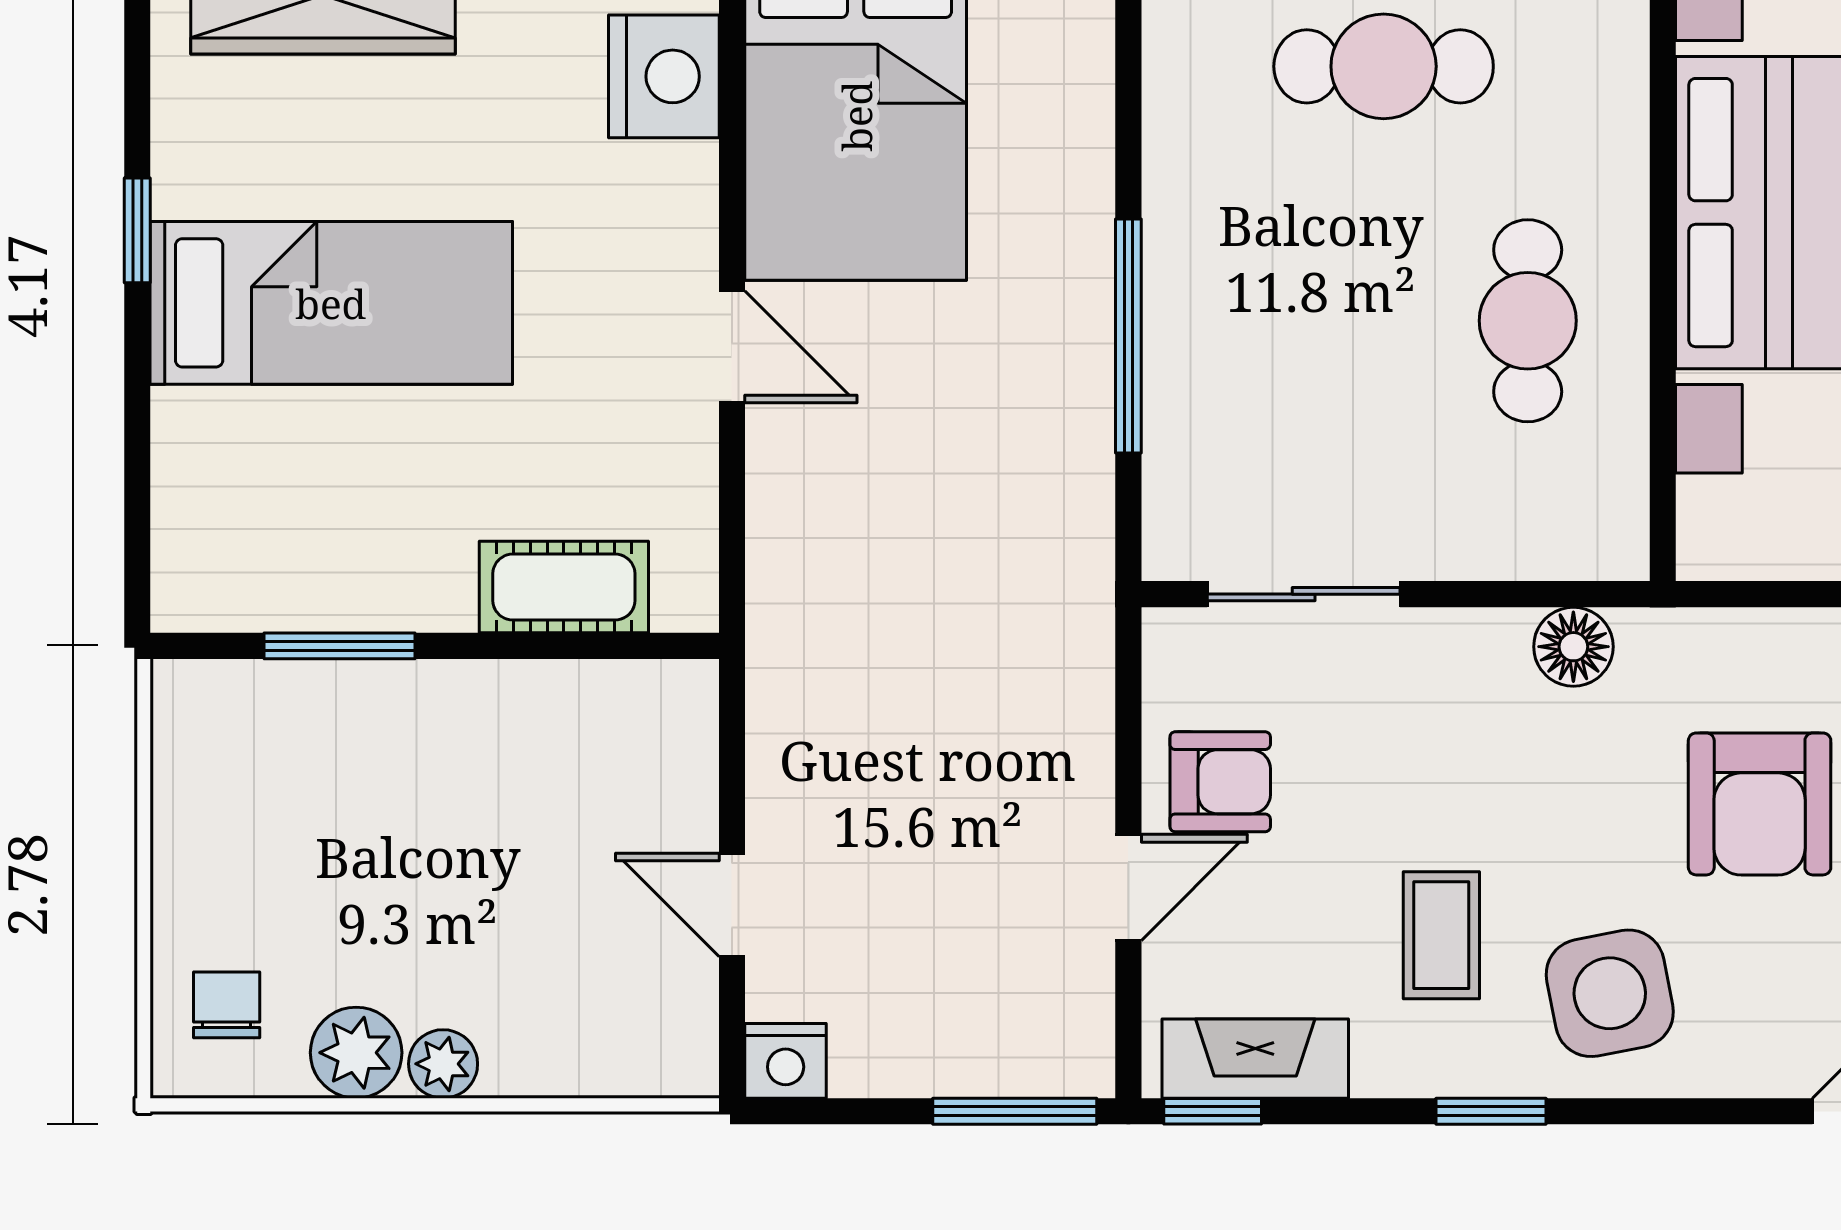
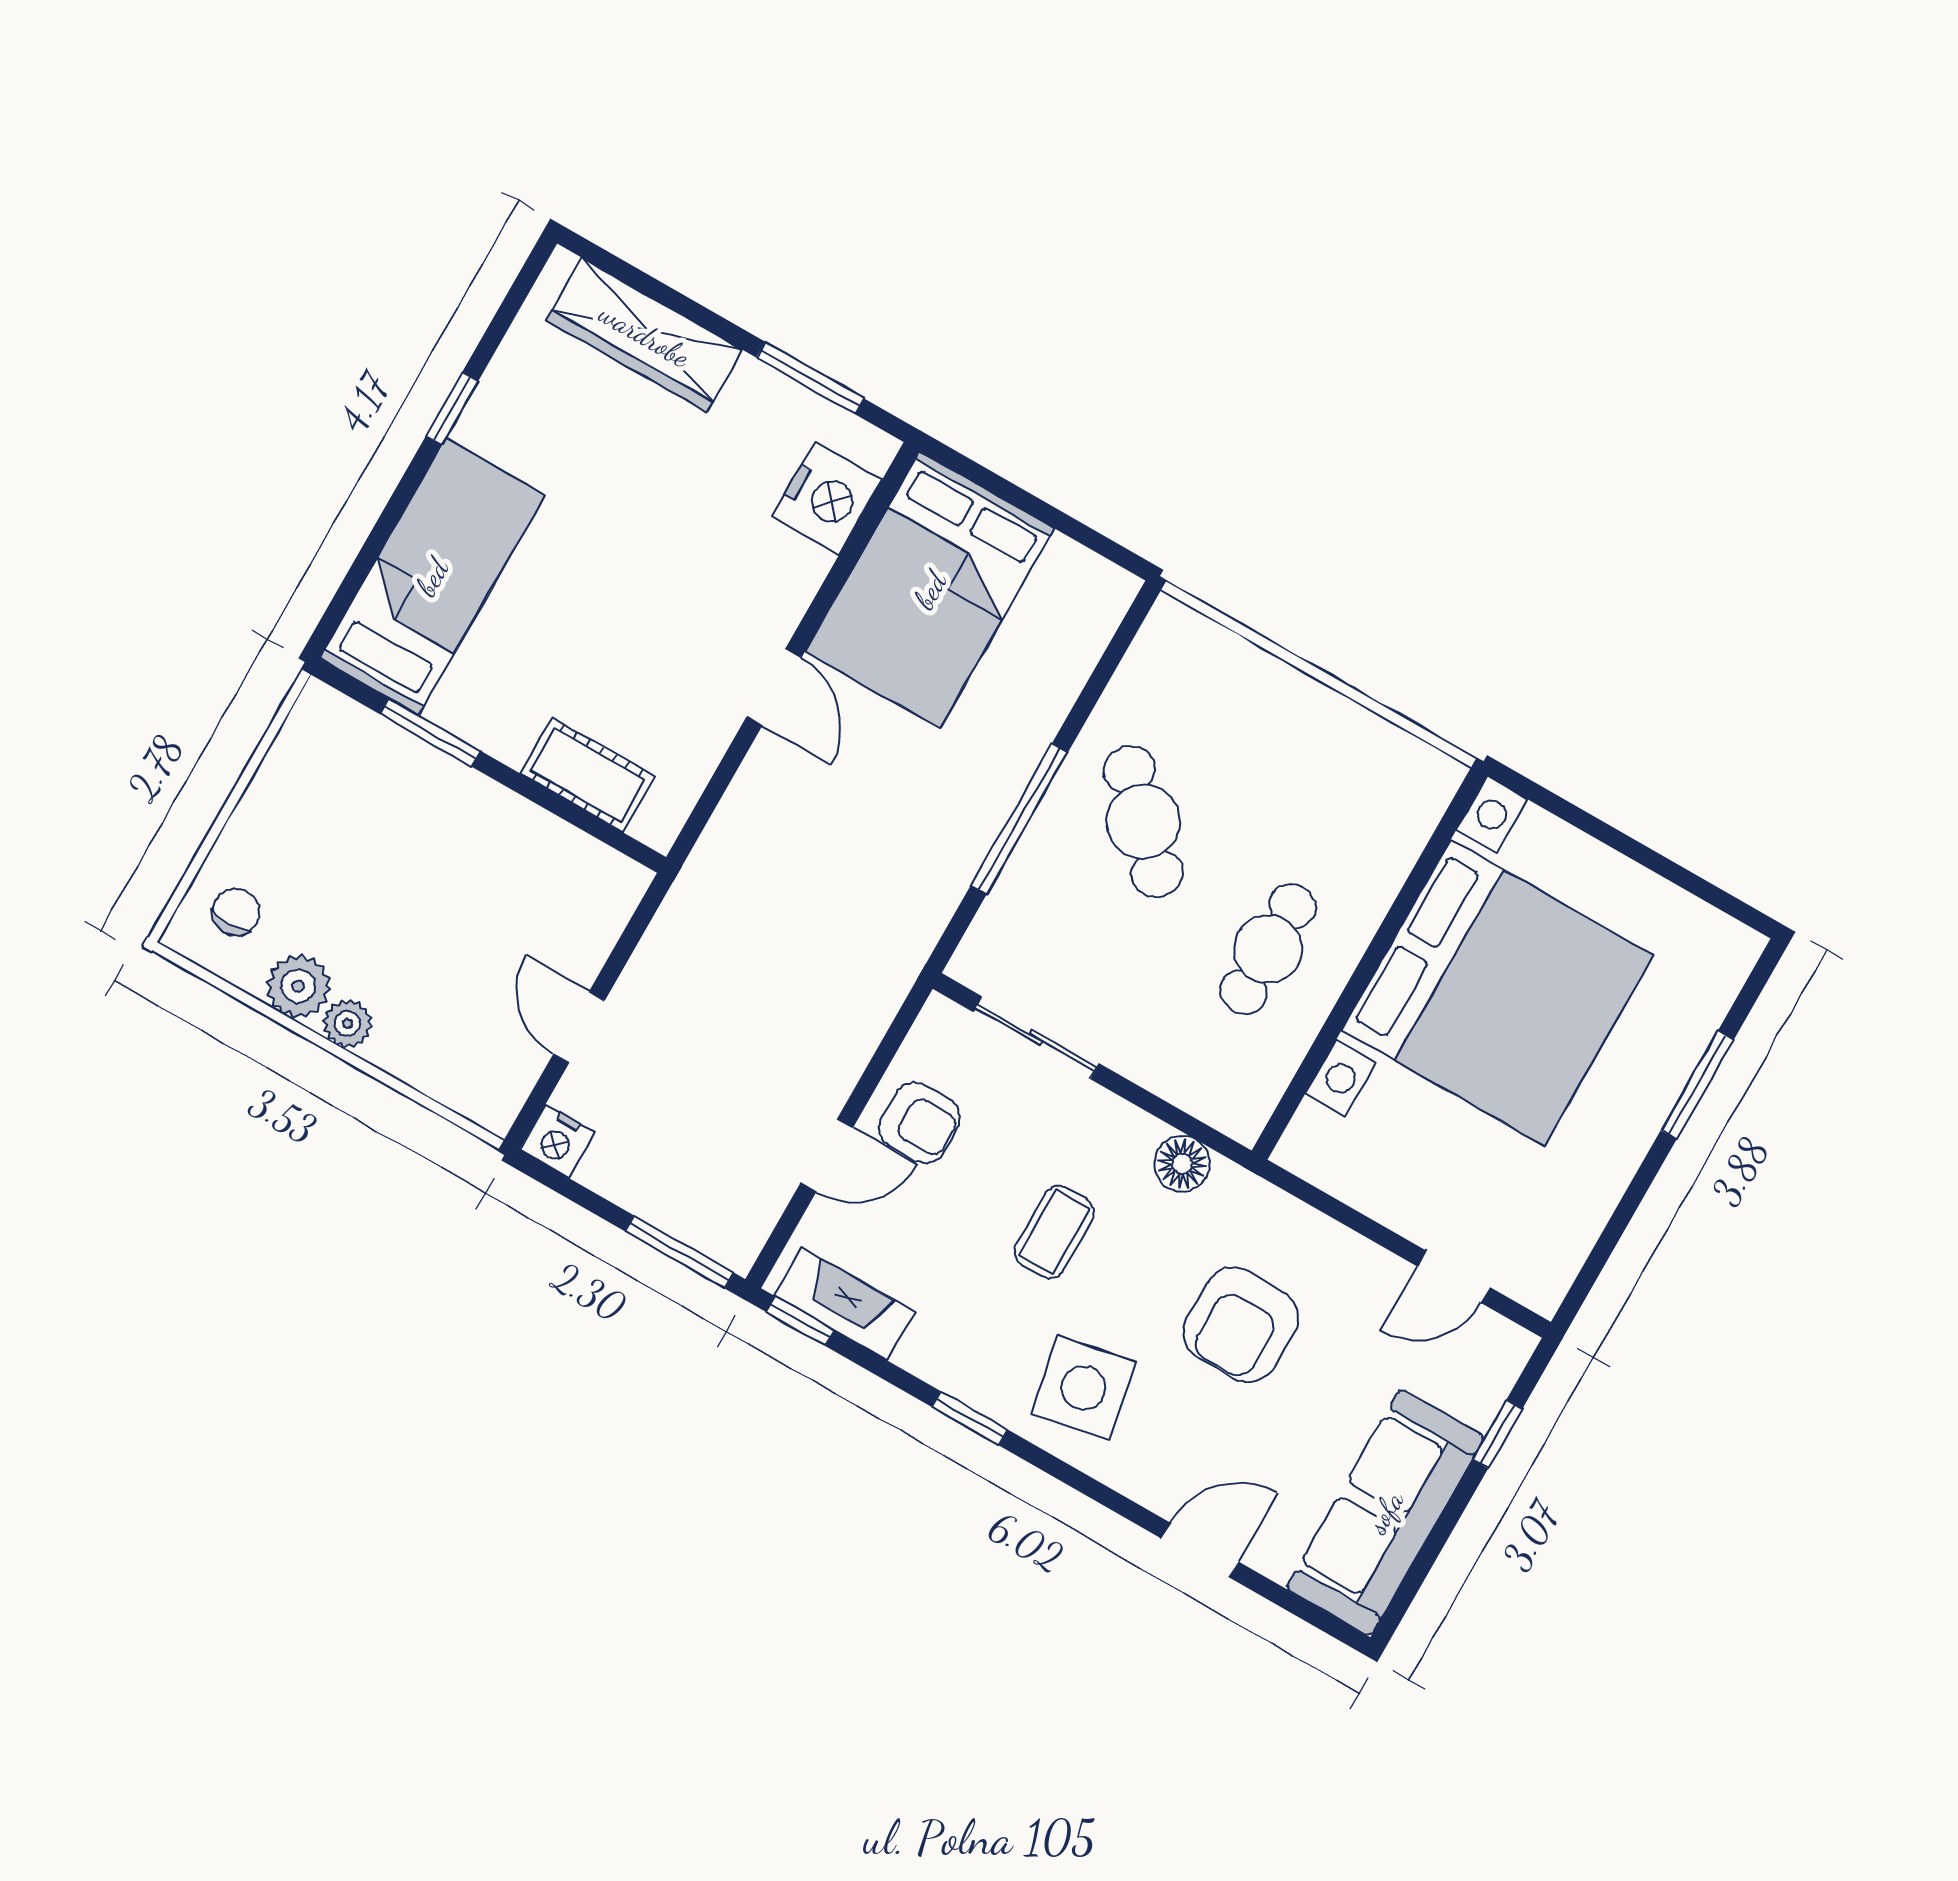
cafe table: (1384, 66) -> (1143, 822), moved, turned 45
bed: (331, 303) -> (432, 577), moved, turned -90
coffee table: (1441, 935) -> (1054, 1232), moved

